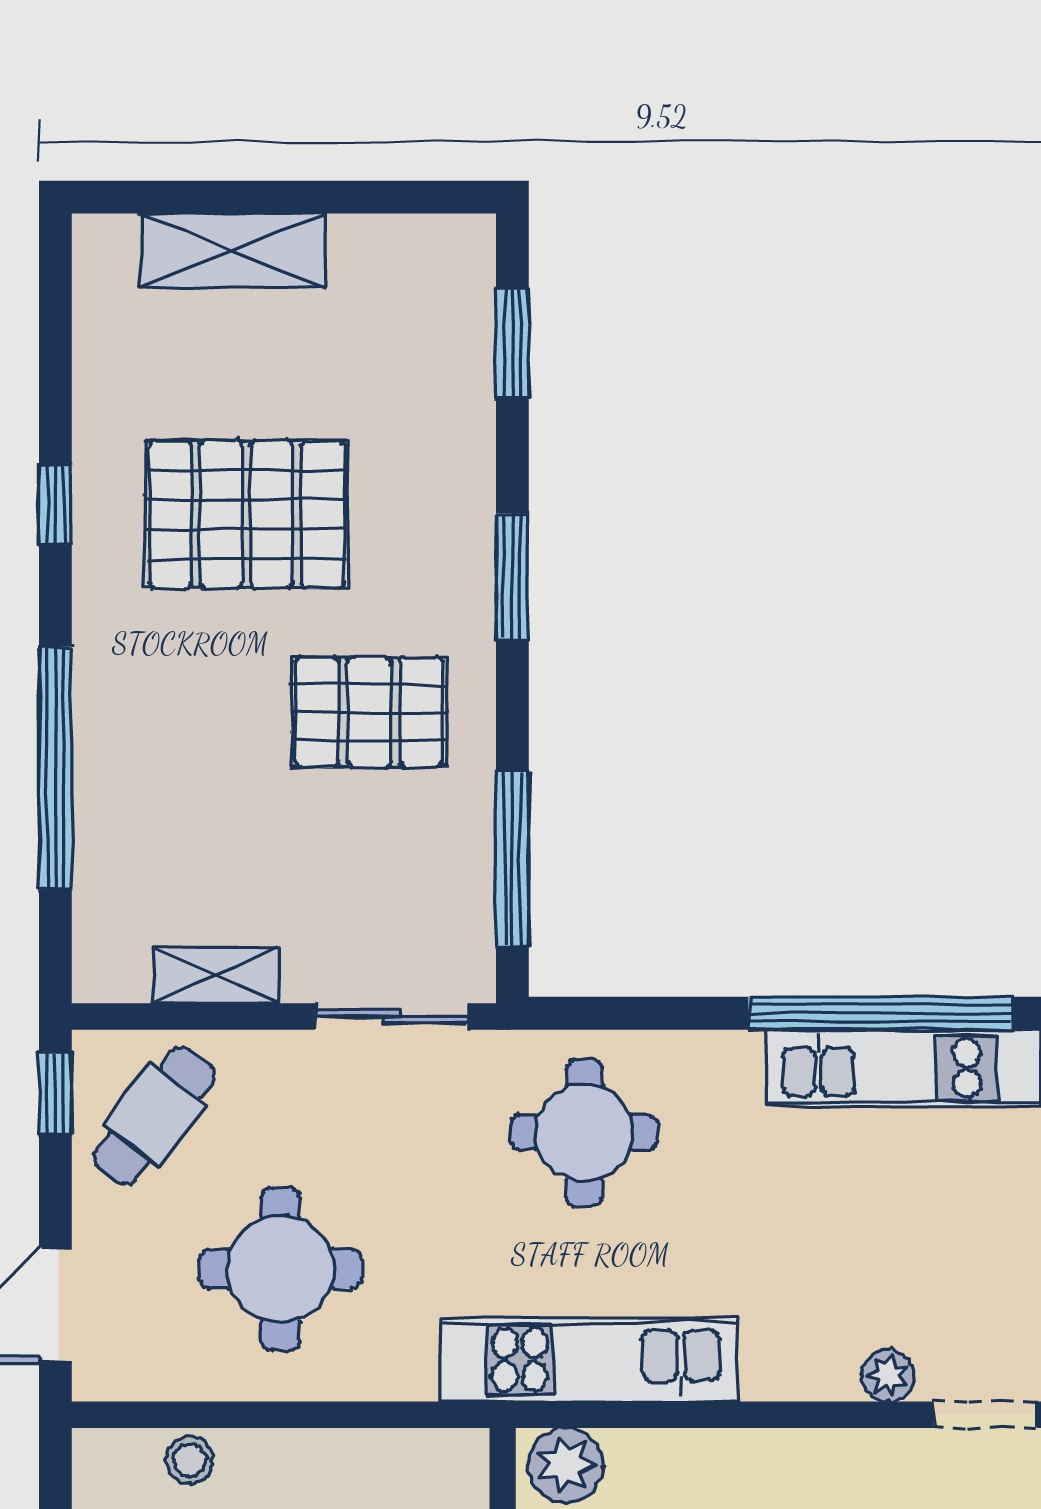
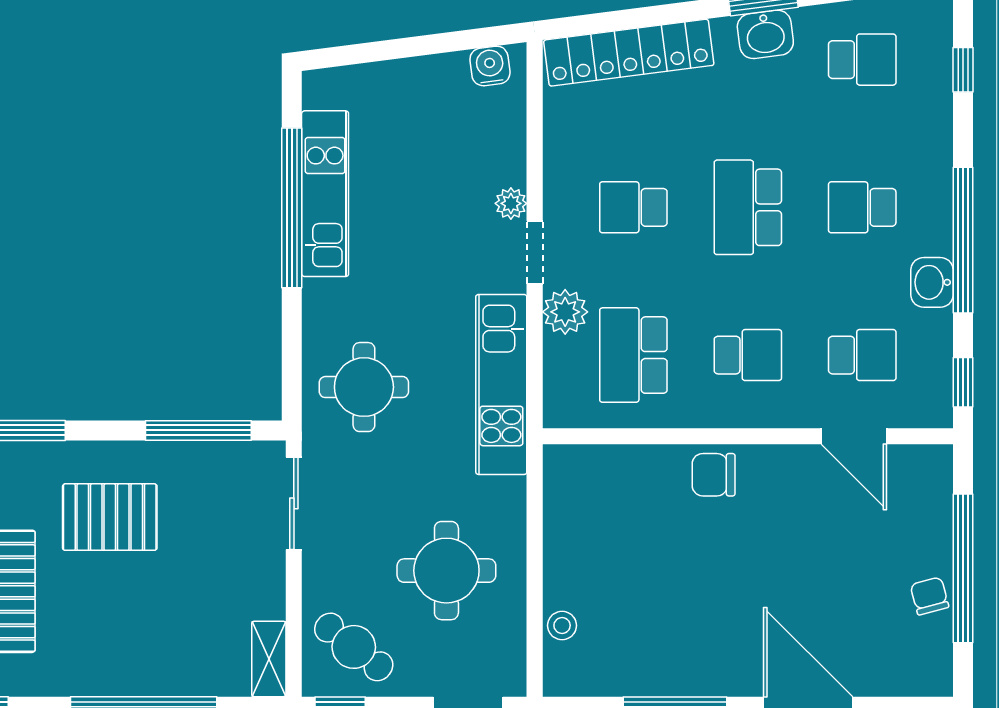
pallet: (369, 712) -> (110, 517), turned 90
shelving: (216, 975) -> (269, 659), moved
doorway: (985, 1415) -> (535, 252), moved
plant: (566, 1465) -> (565, 312), moved

